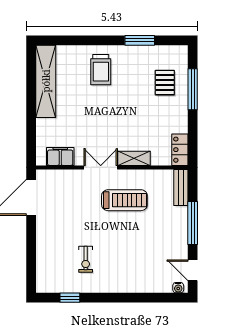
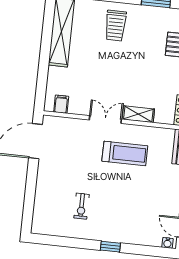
filing cabinet: (60, 156) -> (61, 104), width x0.50
window: (70, 298) -> (110, 247), moved

